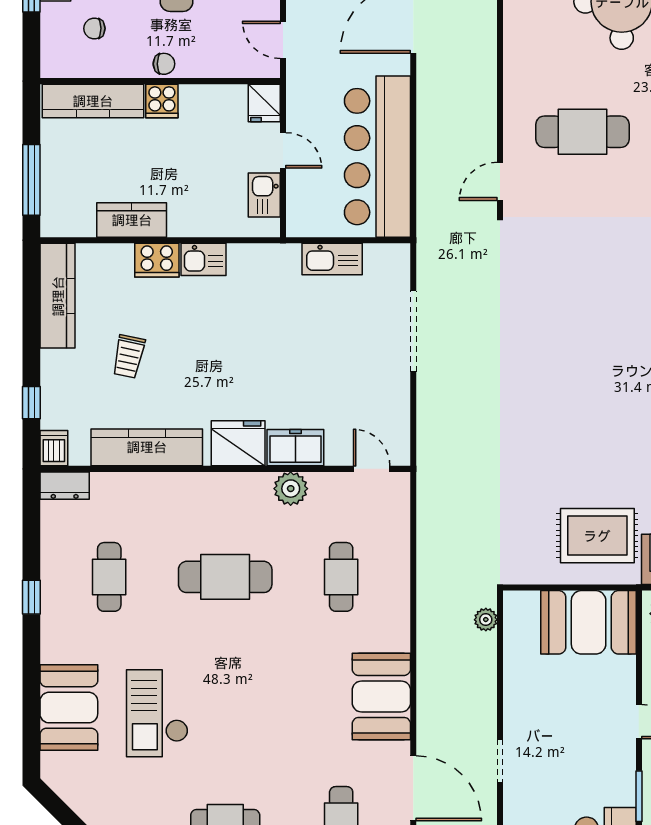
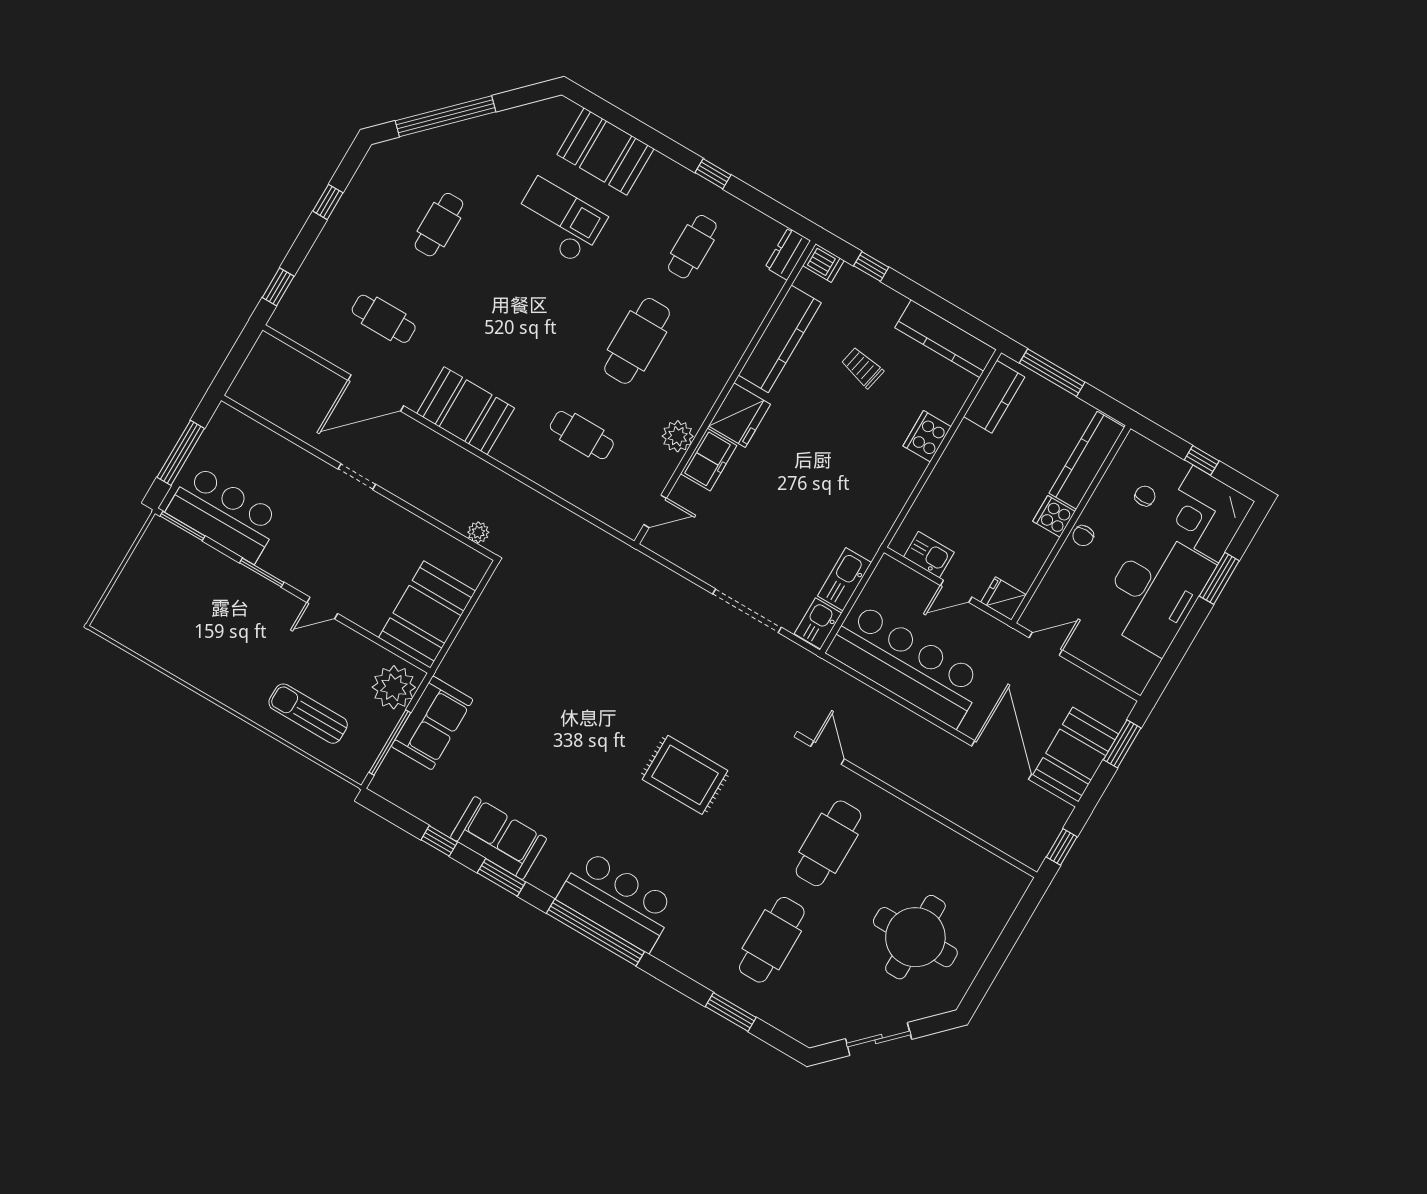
kitchen counter: (132, 220) -> (994, 397), moved
kitchen sink: (203, 259) -> (818, 623), moved
rug: (597, 536) -> (685, 775), moved, turned 90
cafe table: (109, 577) -> (692, 247), turned 90

